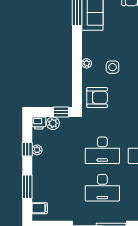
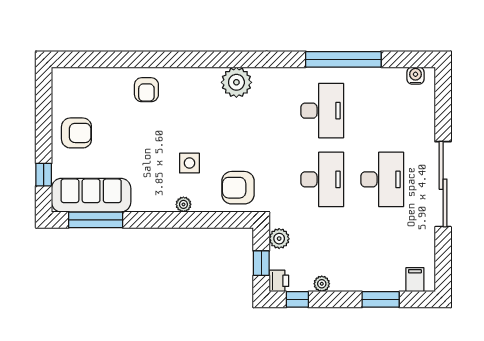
armchair: (97, 98) -> (238, 188), turned -90
window: (61, 112) -> (261, 263), moved
plant: (53, 123) -> (279, 239), moved
window: (27, 149) -> (297, 299), moved

